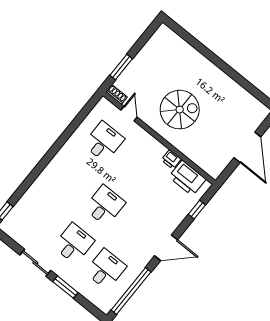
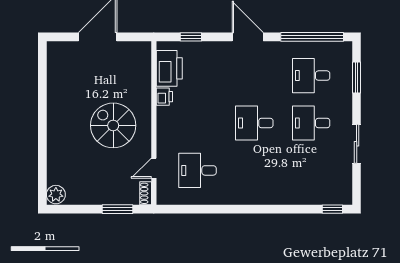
plant: (164, 34) -> (56, 195), added
window: (65, 287) -> (357, 77), moved

